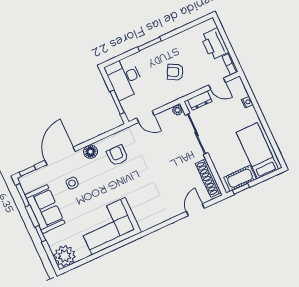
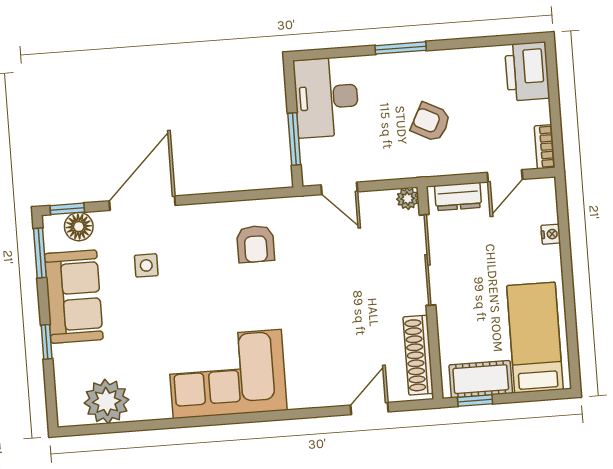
printer: (214, 44) -> (527, 71), moved
door: (217, 84) -> (505, 176), hinge flipped
floor lamp: (90, 152) -> (79, 227), moved
armchair: (117, 155) -> (256, 244), turned 180
corner sofa: (109, 226) -> (227, 374), moved
plant: (65, 256) -> (107, 401), moved

